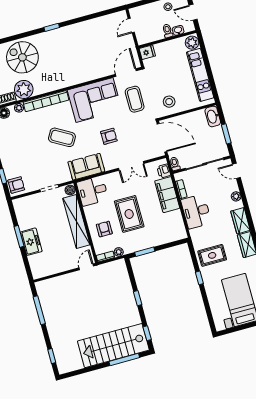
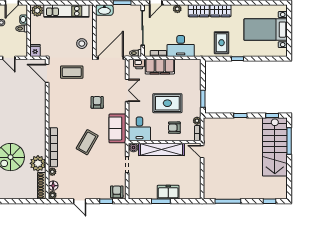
corner sofa: (95, 100) -> (63, 106), removed

